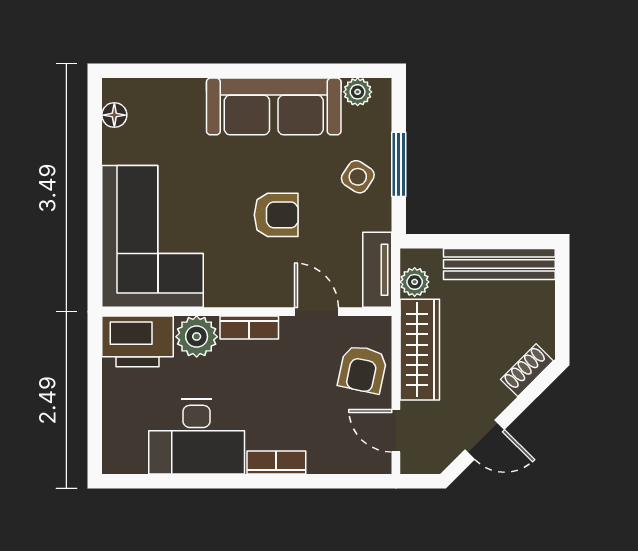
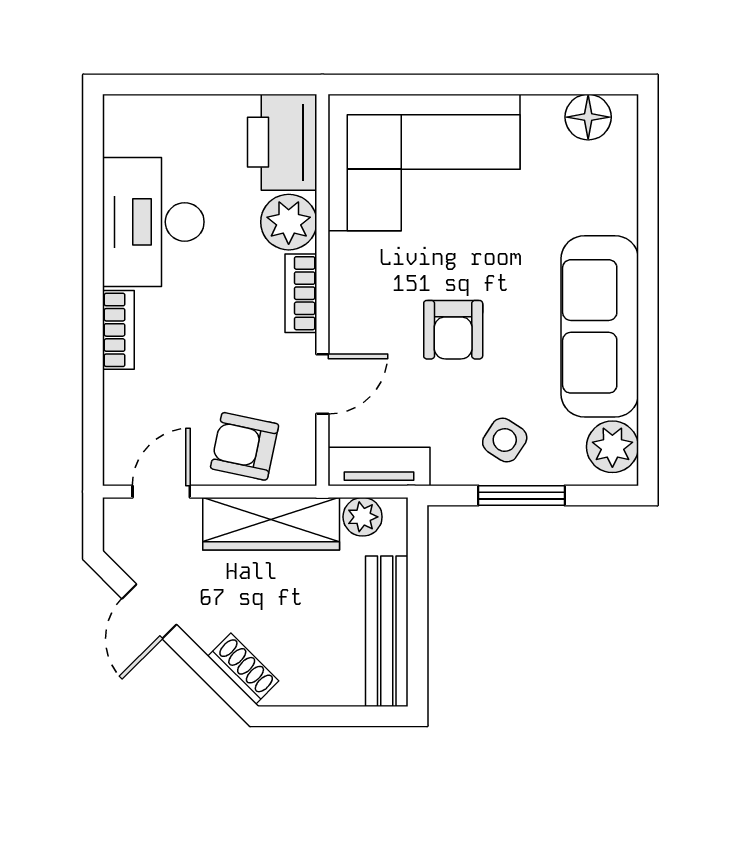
plant: (358, 92) -> (612, 447), width x1.38, depth x1.38
floor lamp: (114, 115) -> (588, 117), width x1.37, depth x1.37

